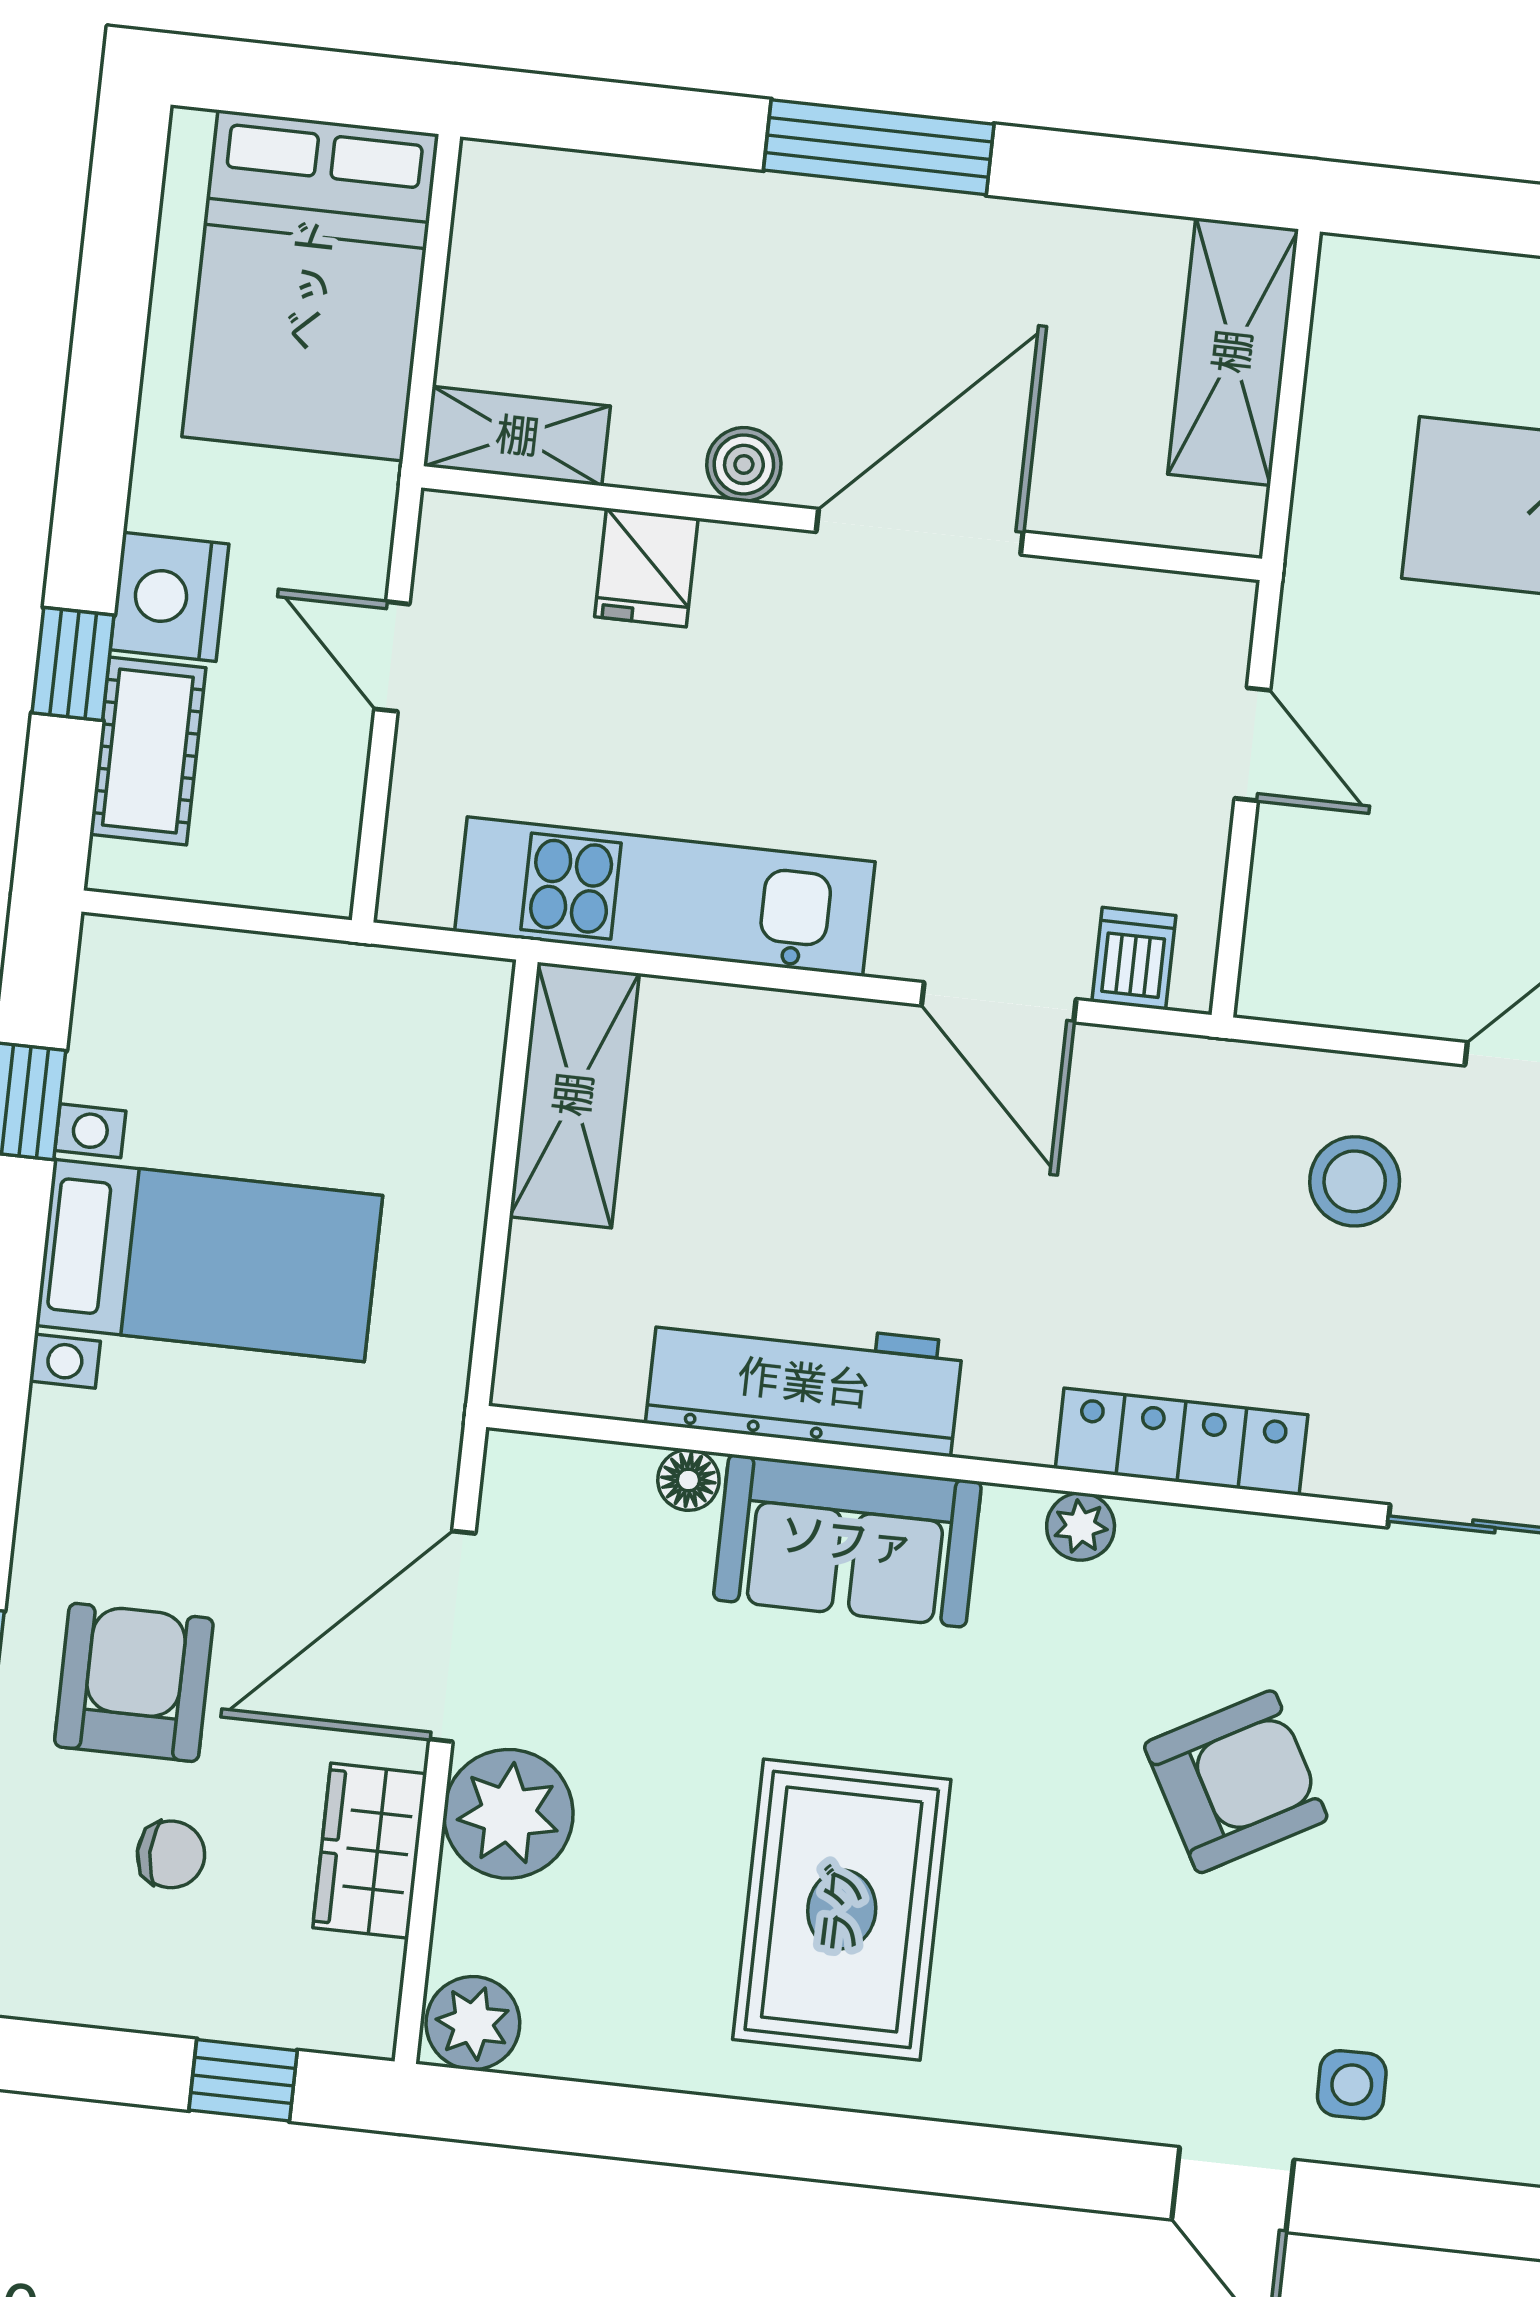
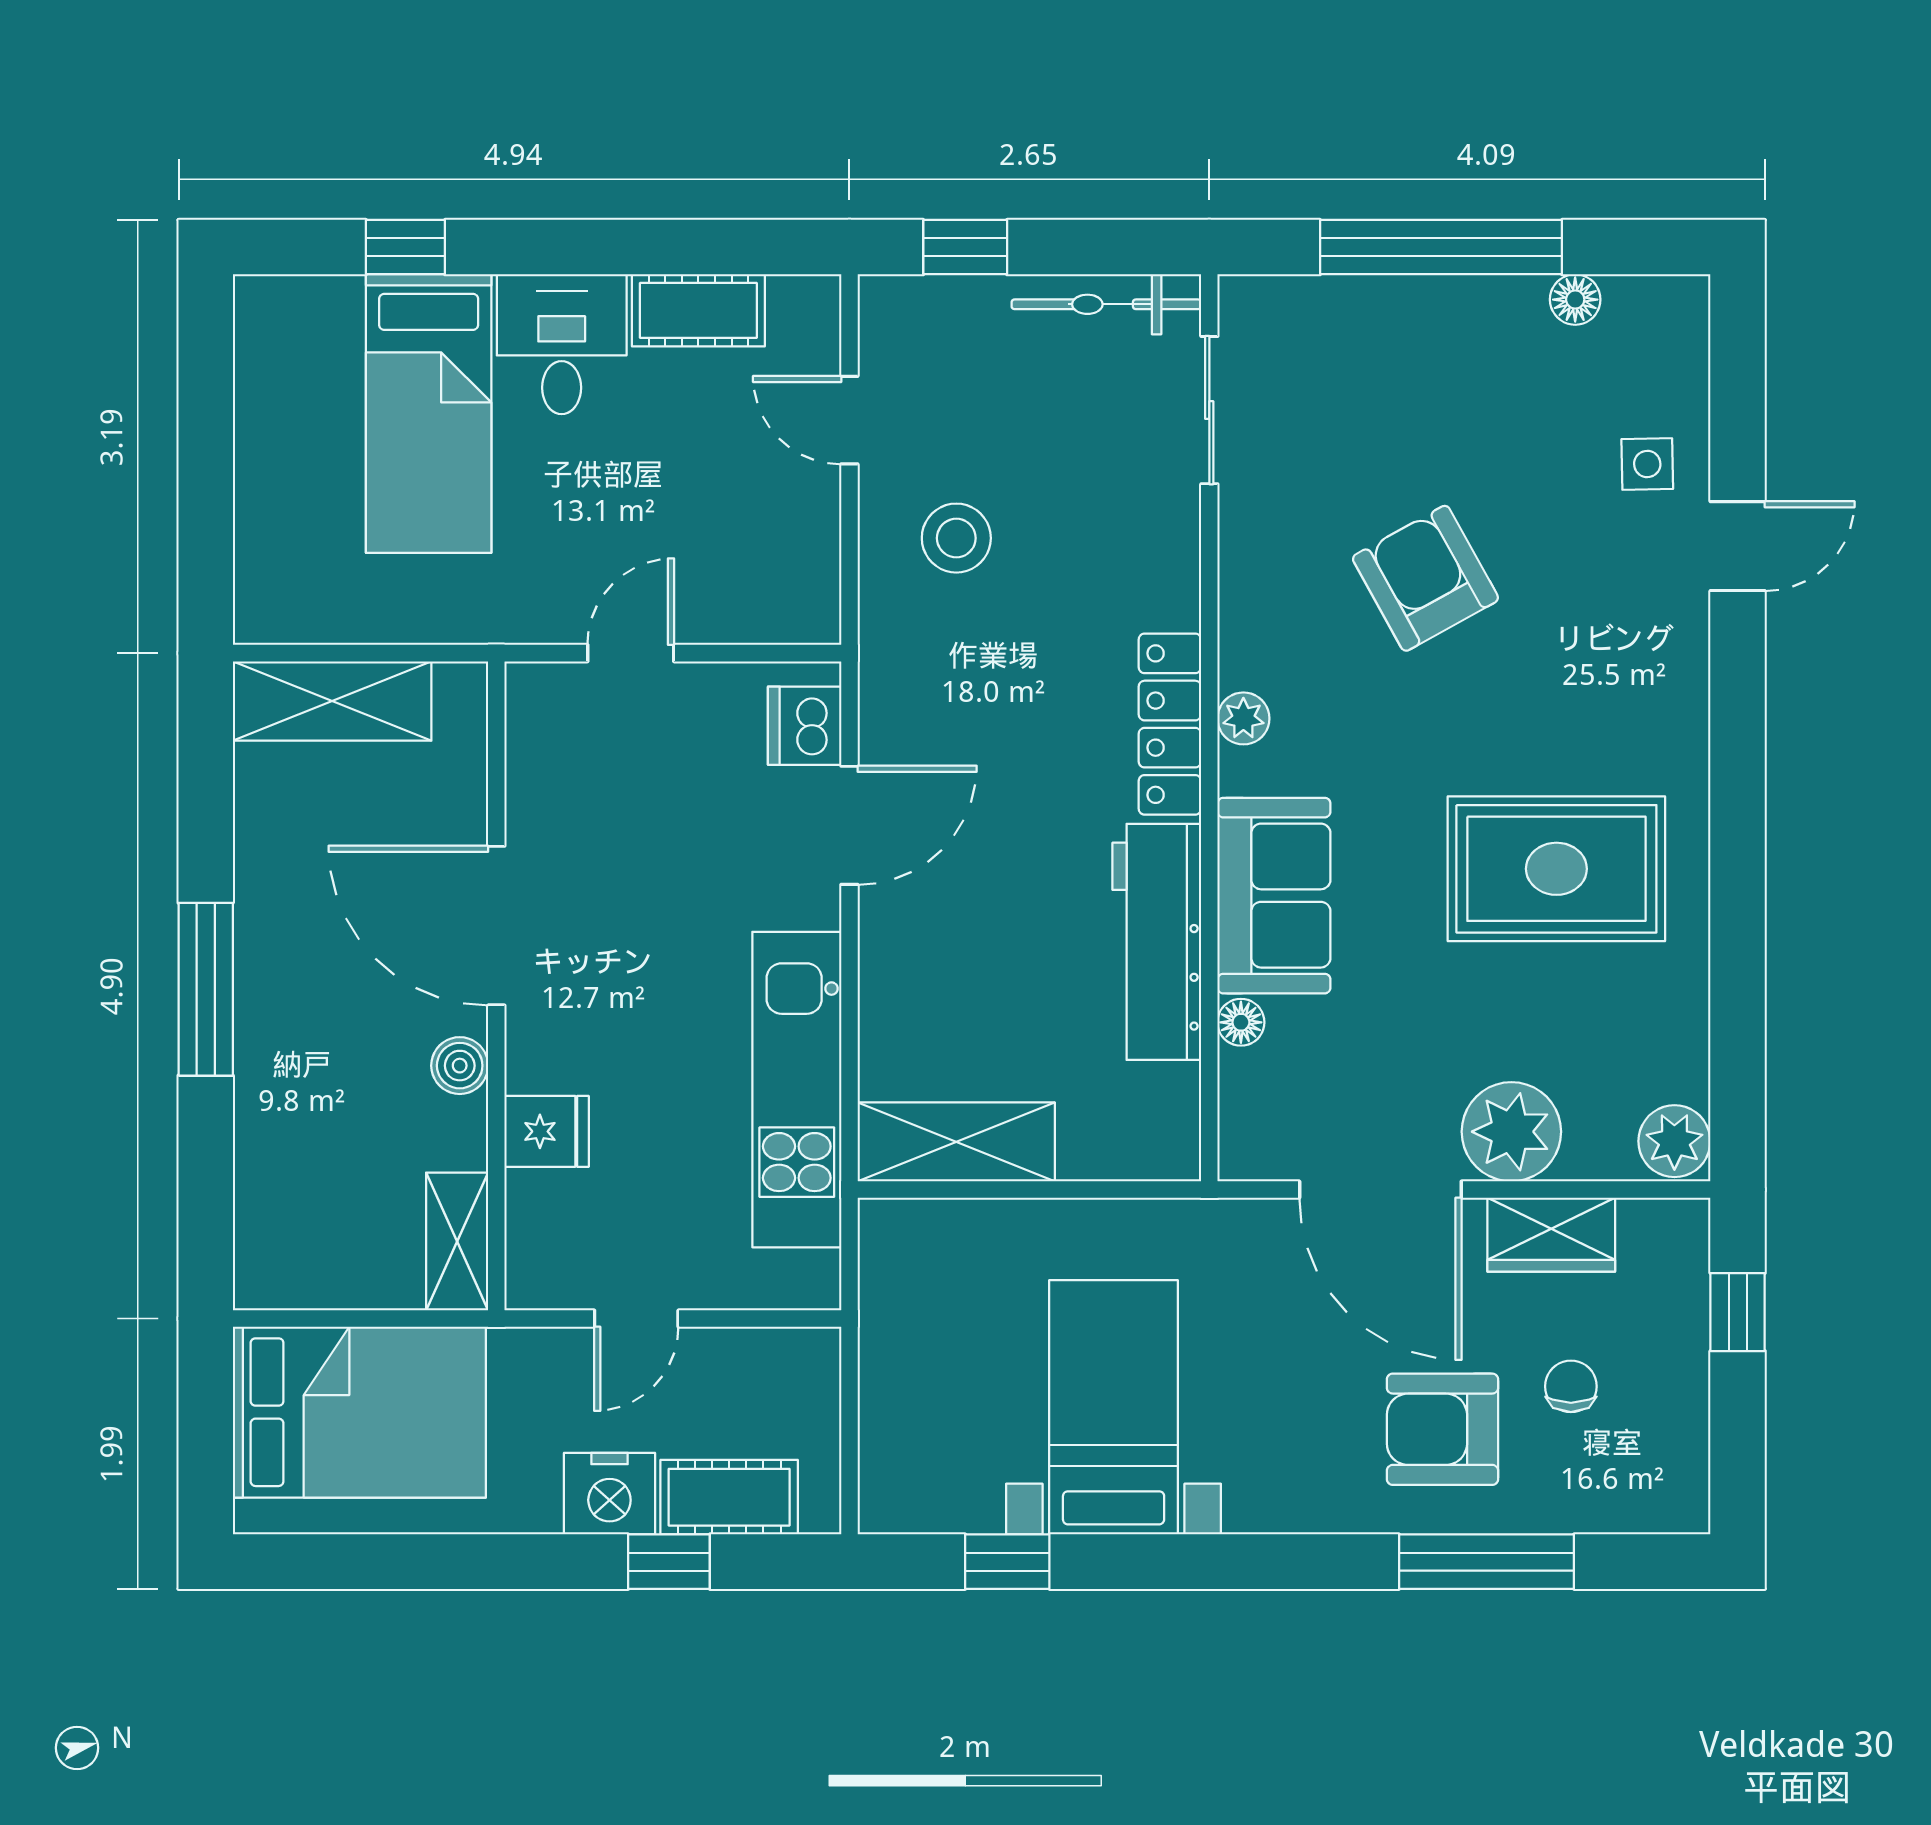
dishwasher: (1134, 959) -> (805, 726), width x1.38
locker: (1182, 1442) -> (1170, 724), moved

